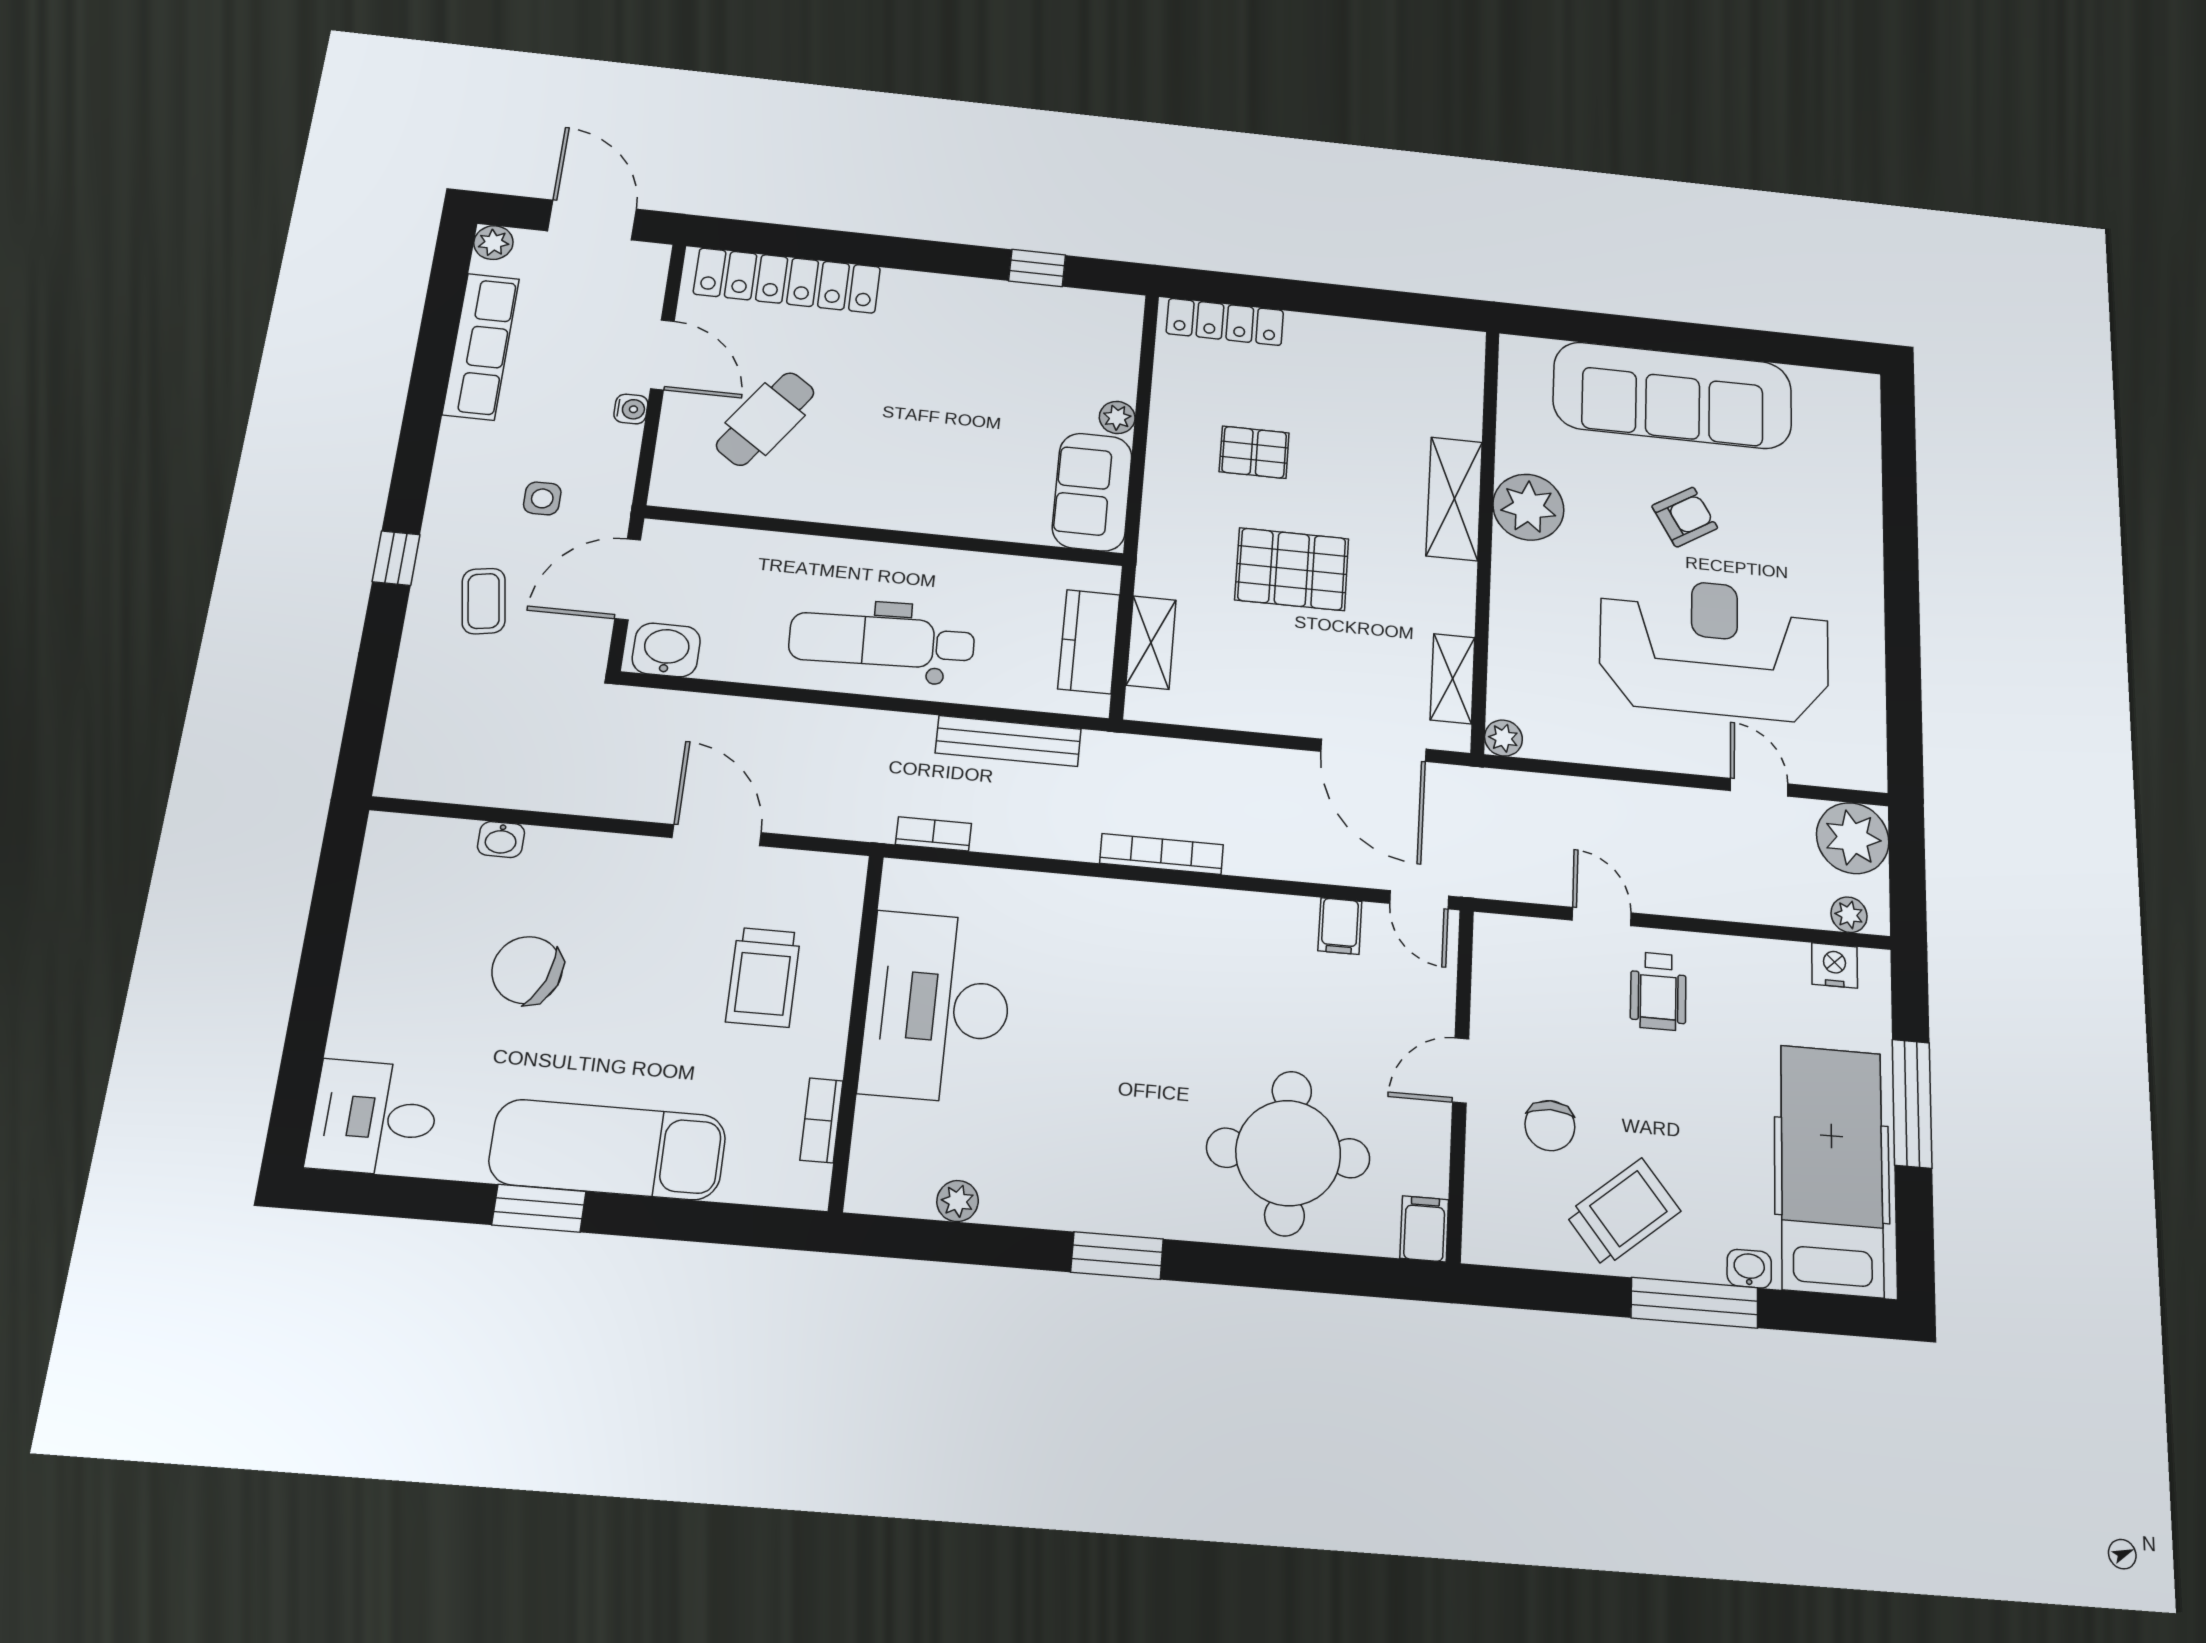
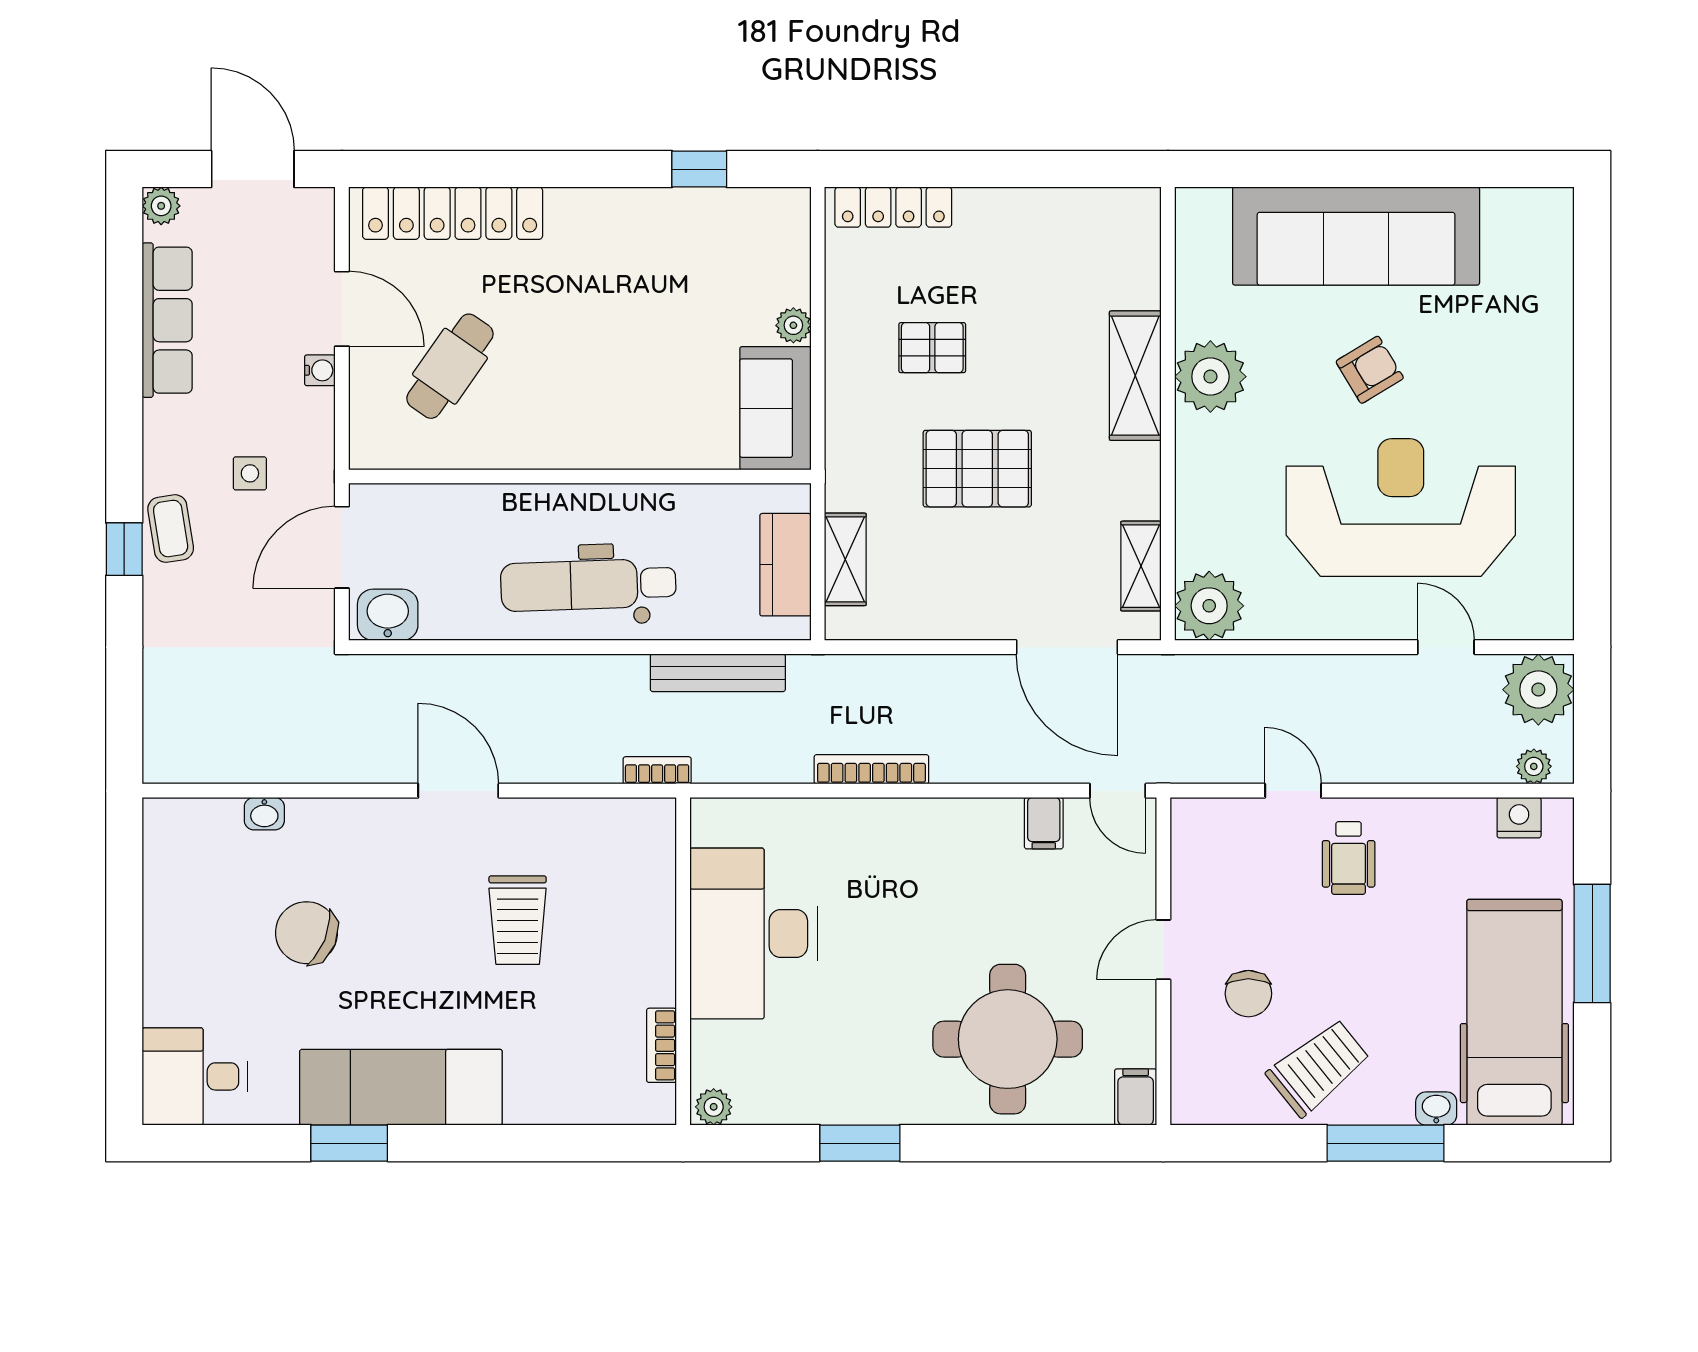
coffee table: (484, 601) -> (171, 529), moved
plant: (1503, 738) -> (1209, 606), width x1.87, depth x1.87
desk: (937, 1007) -> (754, 934), moved
wall: (856, 1030) -> (683, 961), moved
bookcase: (821, 1120) -> (662, 1045), moved

